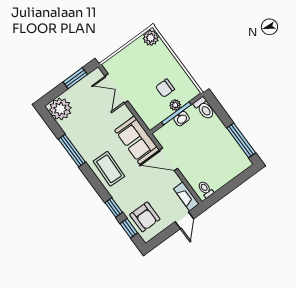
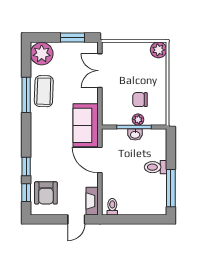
toilet: (204, 108) -> (156, 167), moved, turned 90
coffee table: (109, 169) -> (44, 91), moved

